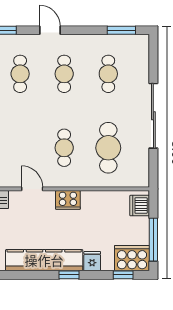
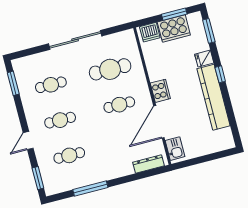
door: (32, 189) -> (159, 122), width x1.88
window: (153, 240) -> (174, 14), width x0.69
cooker: (132, 258) -> (174, 29), moved, turned -90
window: (123, 275) -> (209, 31), width x1.50

